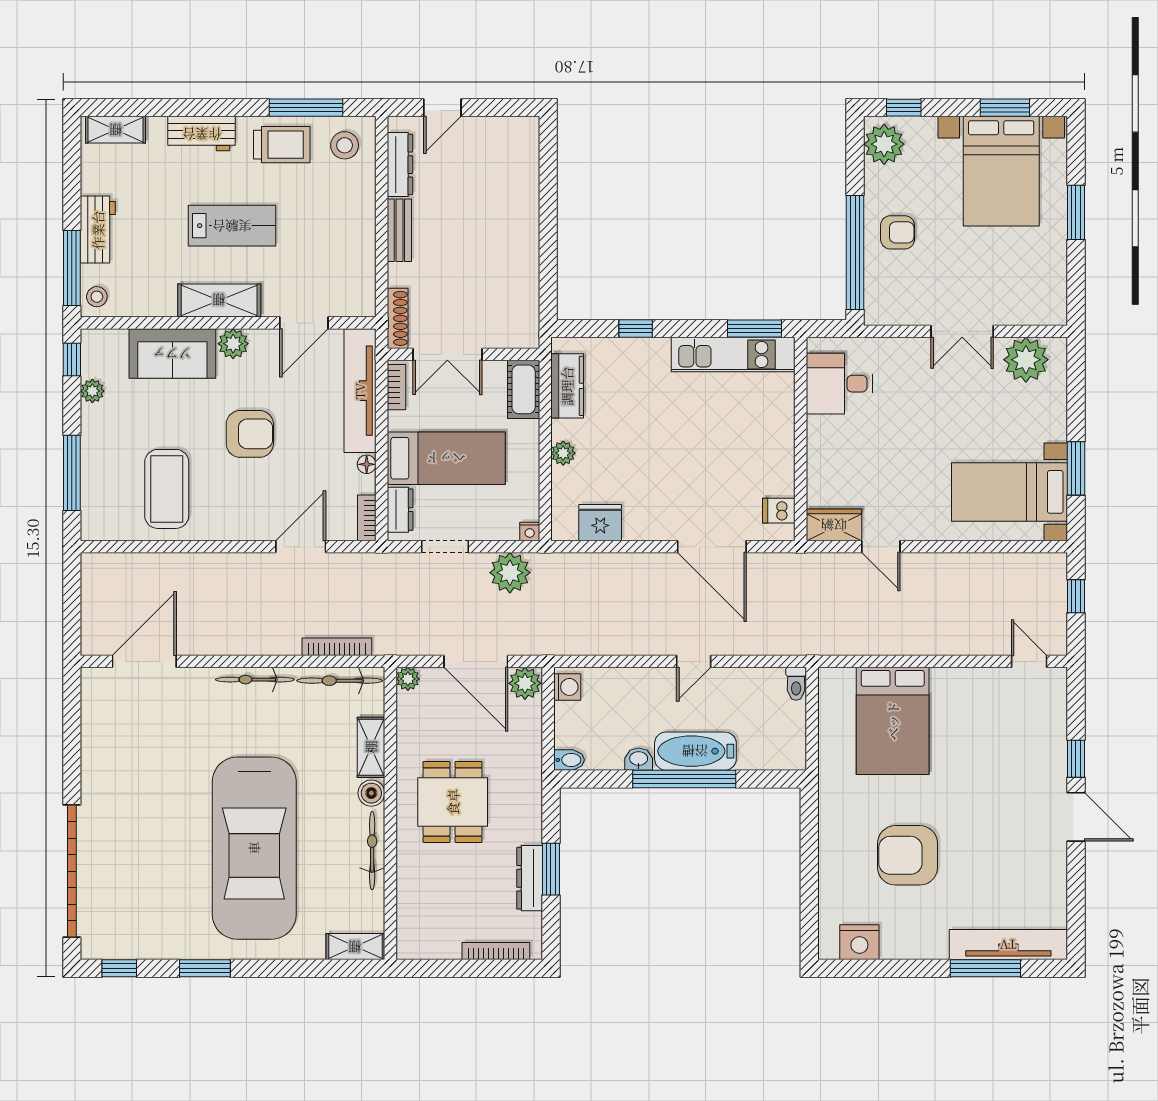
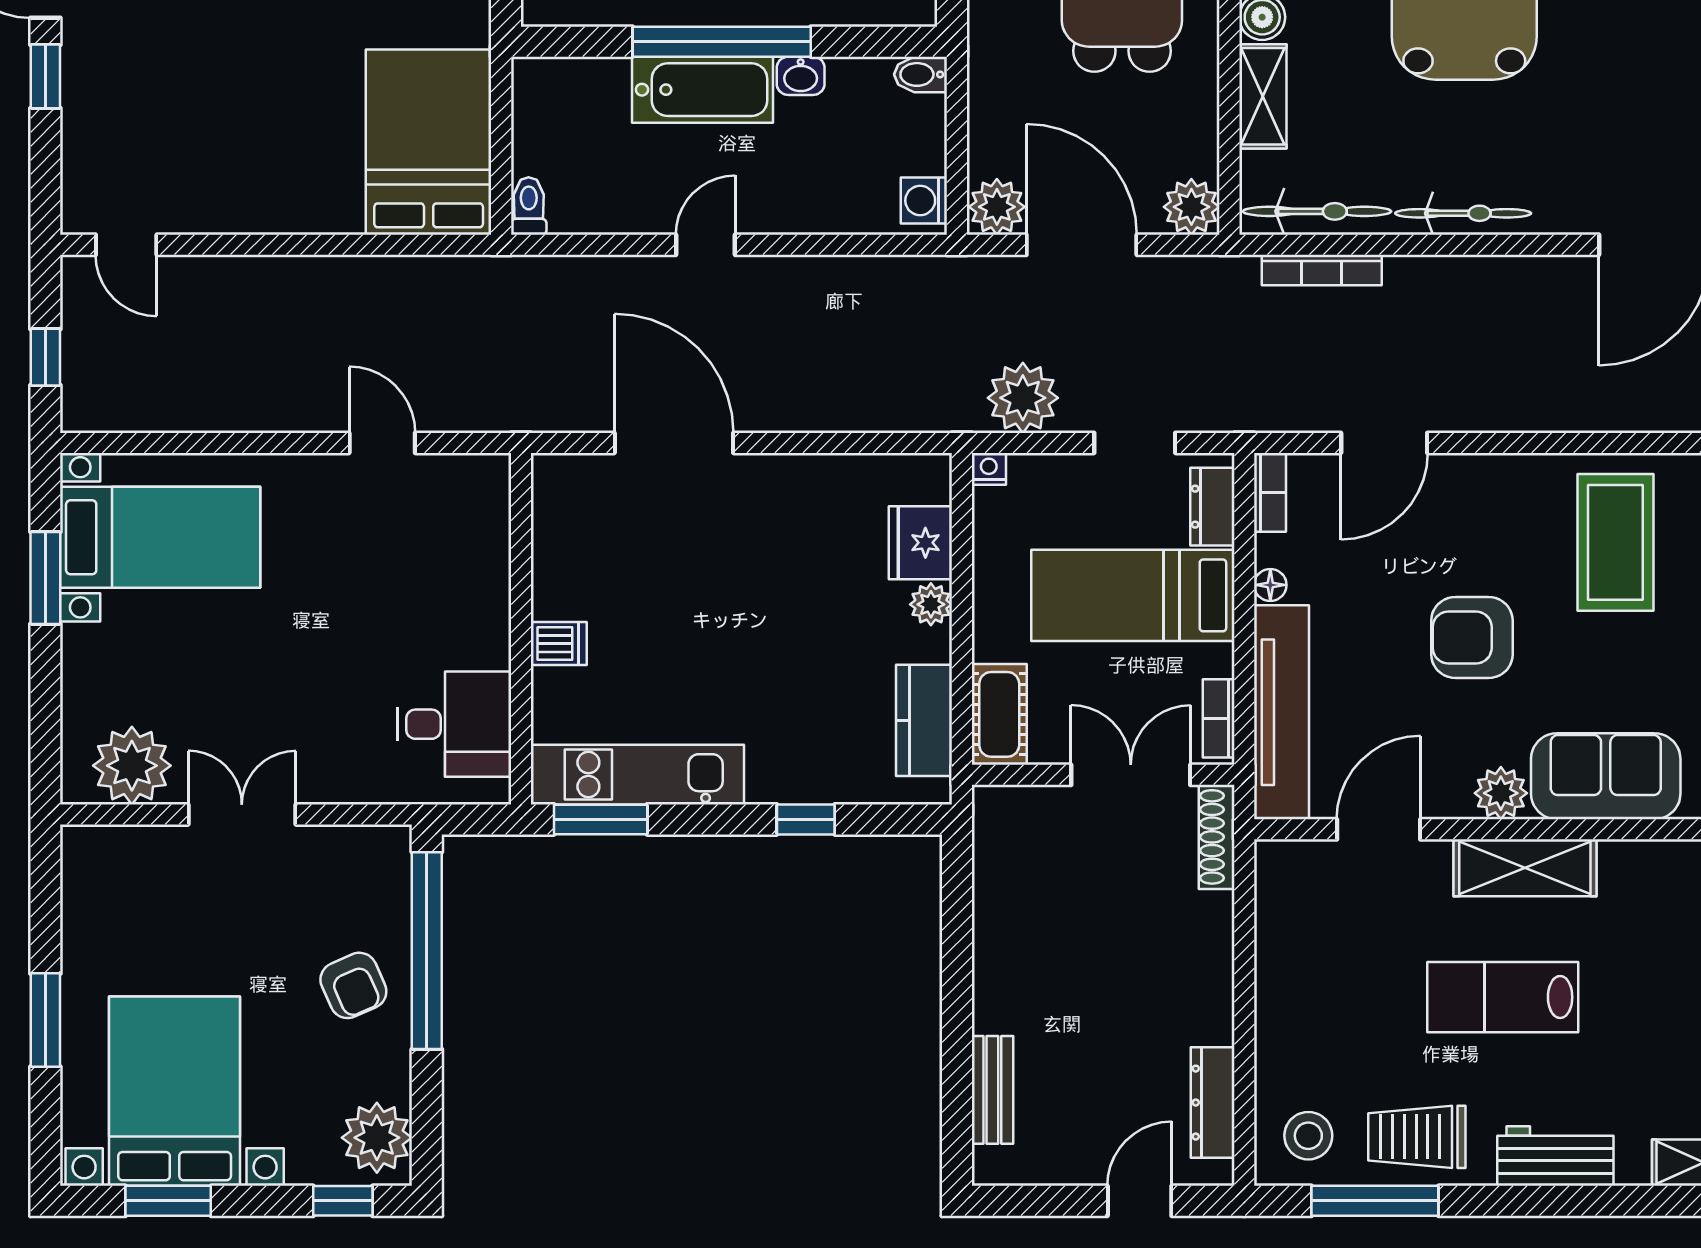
bench: (399, 230) -> (992, 1090), moved
armchair: (898, 232) -> (353, 985), turned -114
dishwasher: (779, 511) -> (559, 644), moved
fridge: (600, 523) -> (920, 543), moved, turned 90
wardrobe: (834, 525) -> (463, 480), removed
plant: (408, 679) -> (1191, 207), width x1.38, depth x1.38
bed: (893, 721) -> (429, 142), moved

